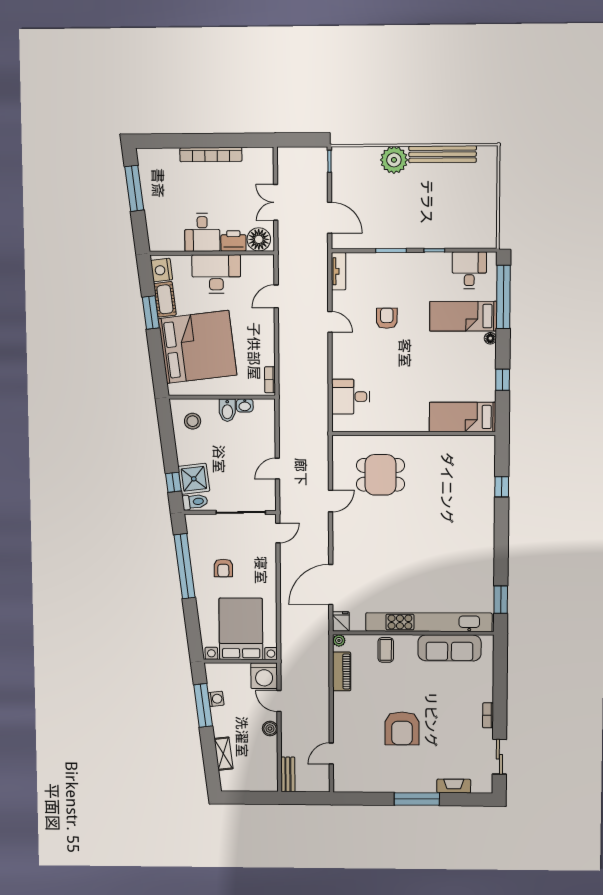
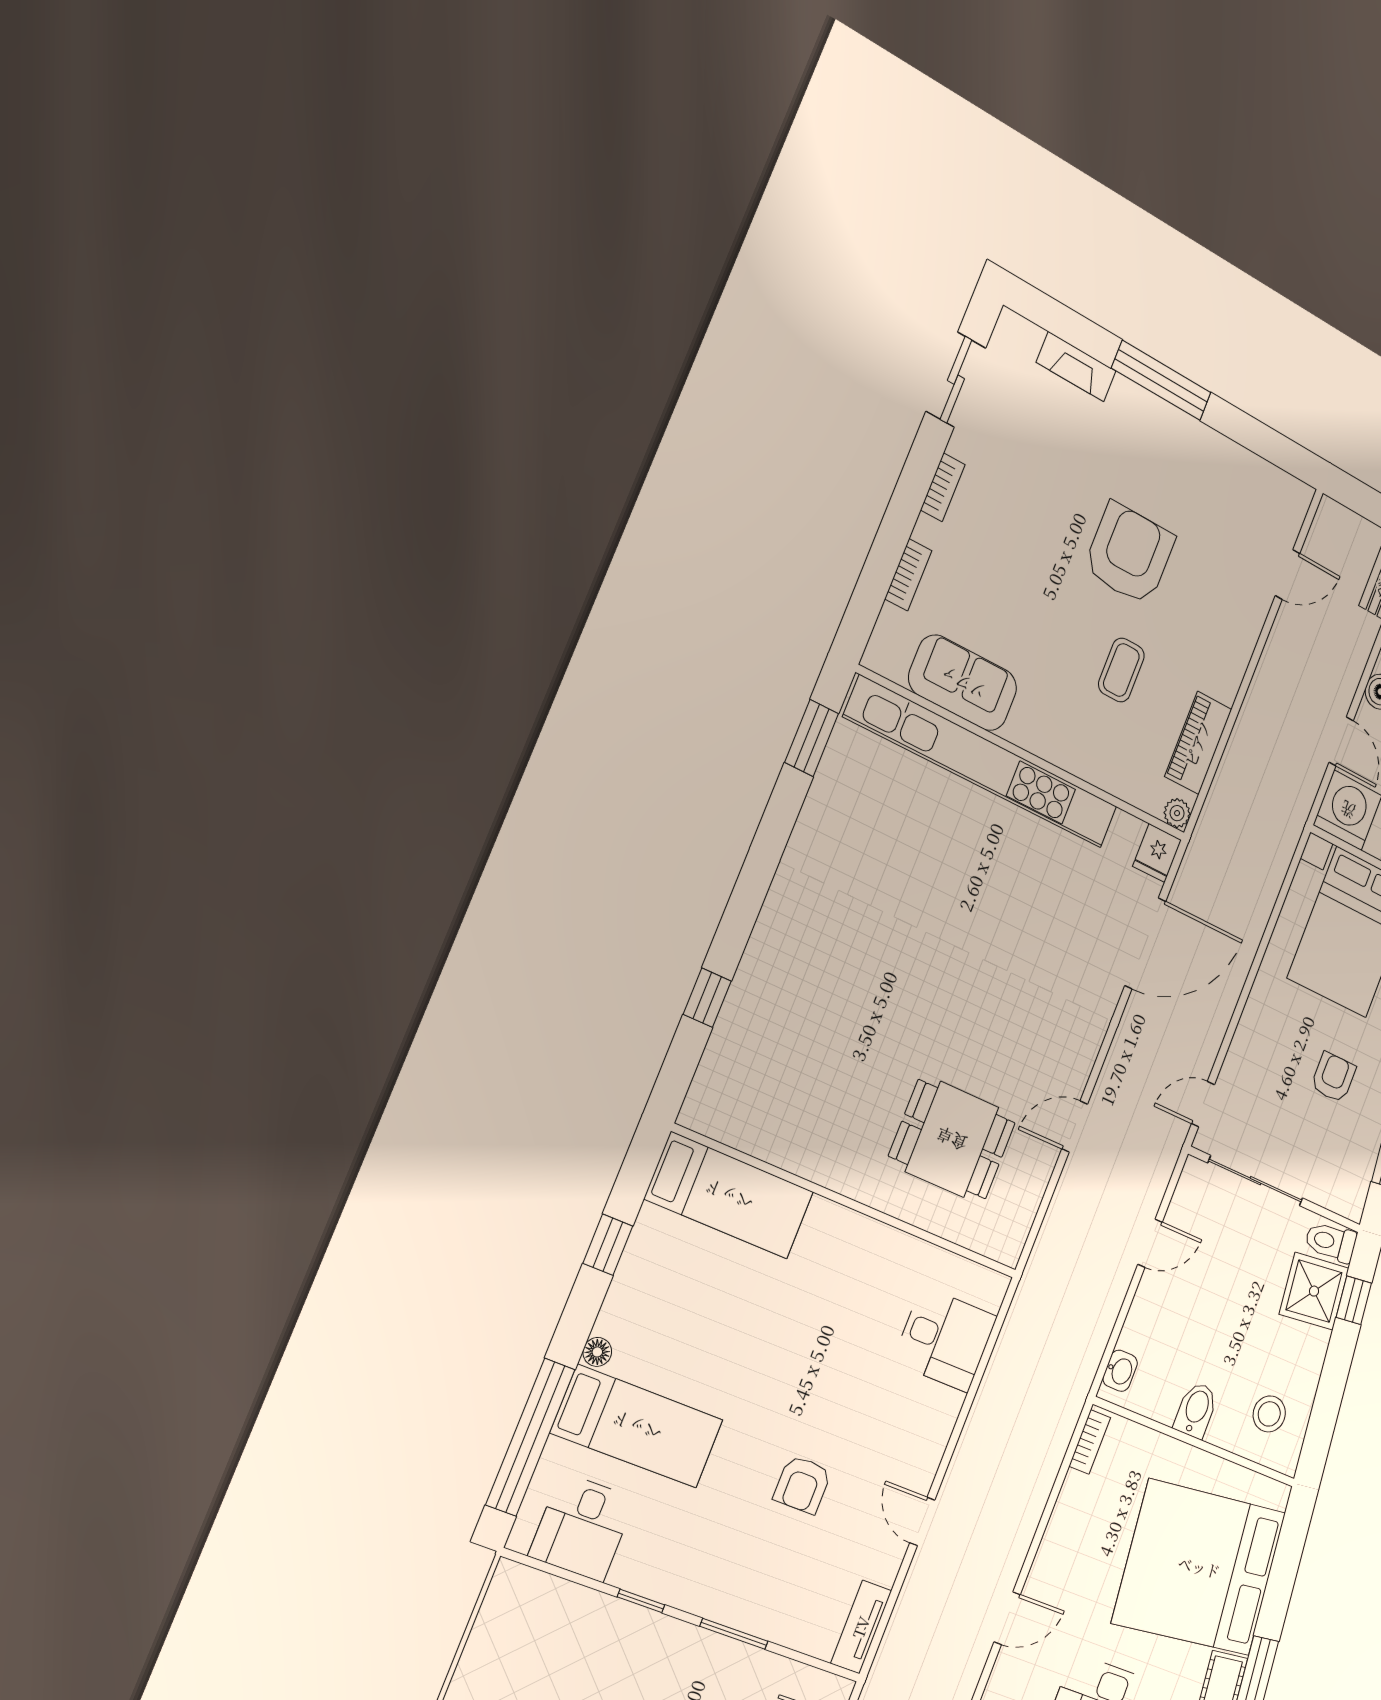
washbasin: (245, 405) -> (1120, 1371), moved, turned 90
sofa: (450, 648) -> (963, 683), width x0.73
coffee table: (386, 650) -> (1121, 670), moved
bookcase: (488, 677) -> (908, 575), added

